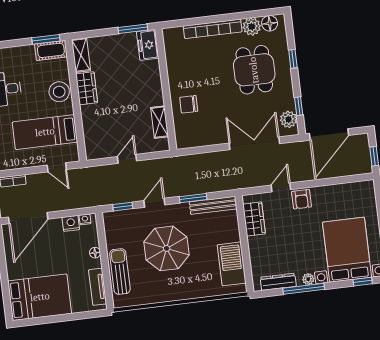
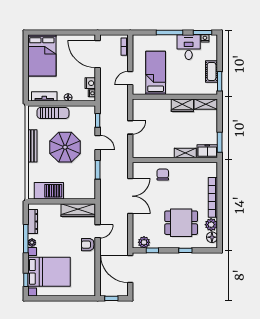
cot: (51, 50) -> (212, 71), moved
stool: (59, 92) -> (182, 86), removed
shelving: (160, 122) -> (185, 153), moved
double door: (254, 143) -> (130, 196), moved
door: (127, 159) -> (130, 127), hinge flipped
door: (281, 187) -> (98, 231), hinge flipped
bench: (213, 205) -> (32, 146), moved
wardrobe: (254, 219) -> (78, 210), width x1.50

